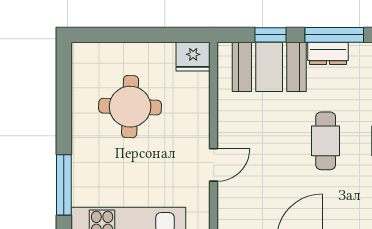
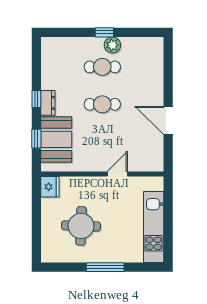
window: (334, 35) -> (36, 99), width x0.46
door: (214, 165) -> (117, 174), hinge flipped
window: (64, 185) -> (105, 267), moved

